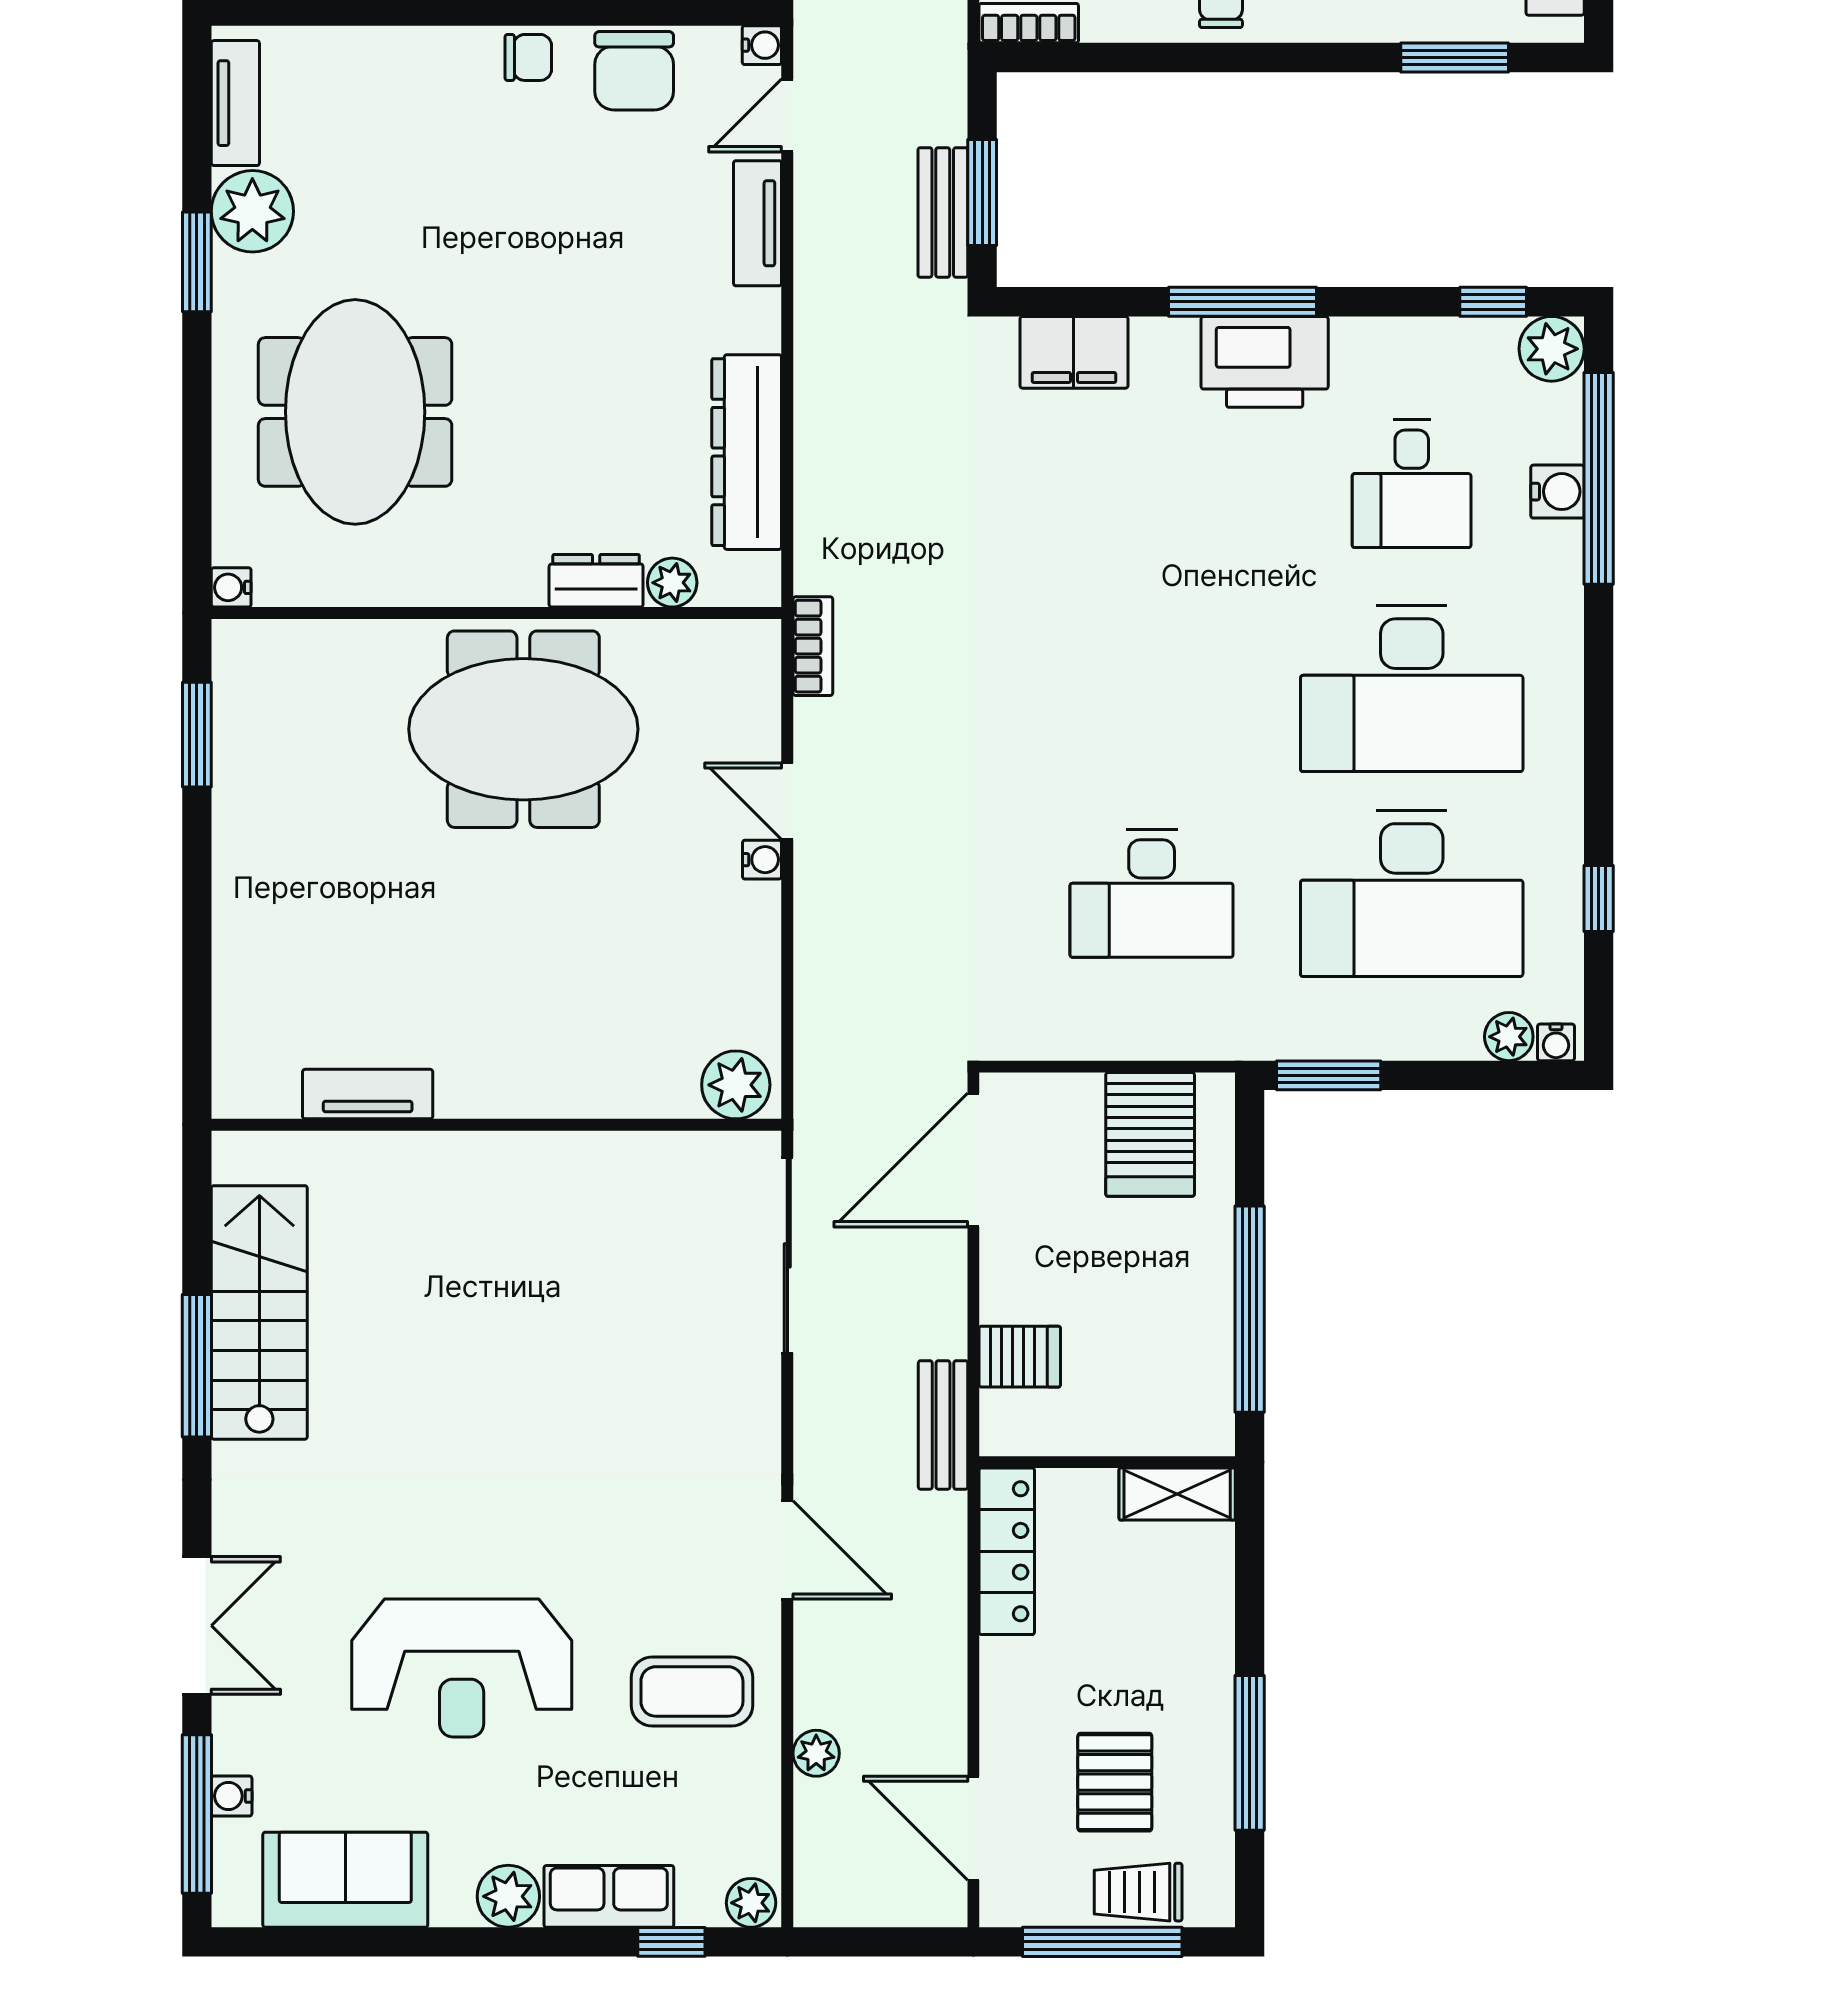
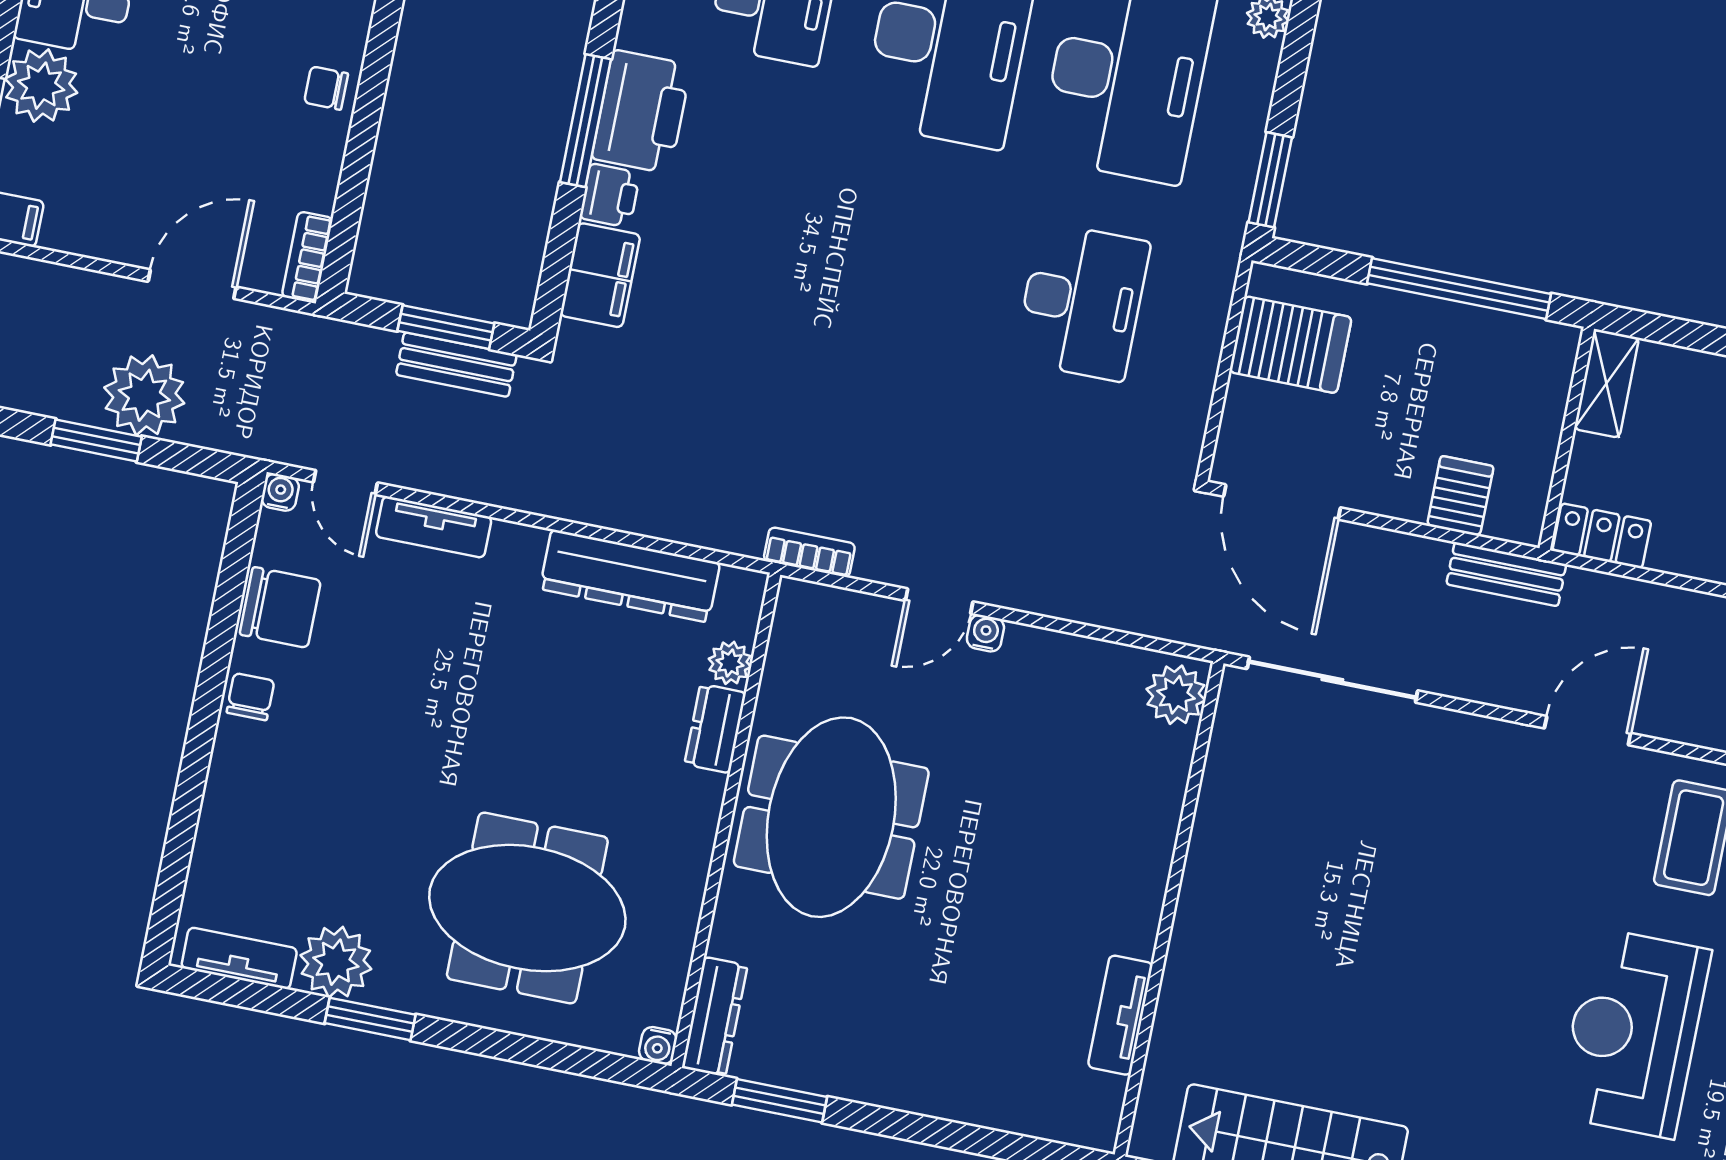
printer: (1165, 345) -> (610, 196), added
dresser: (276, 644) -> (715, 1017), added
locker: (1007, 1551) -> (1602, 536), width x0.66
reception desk: (462, 1668) -> (1633, 1033), turned 180

